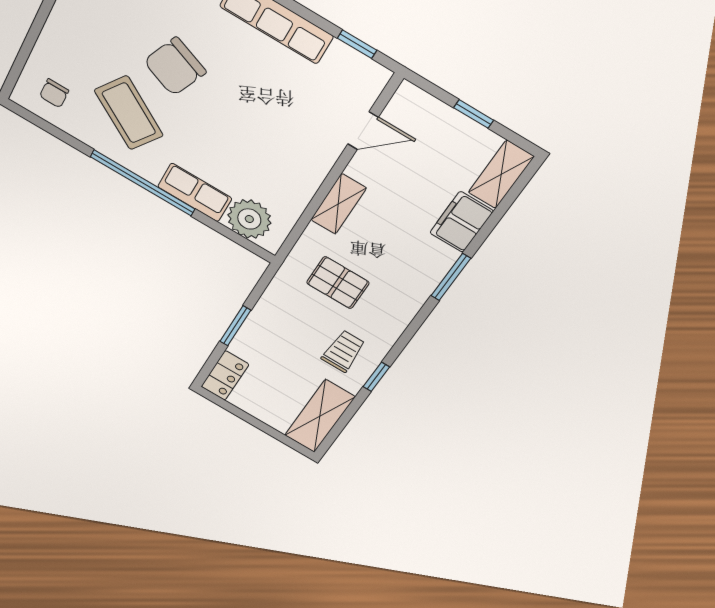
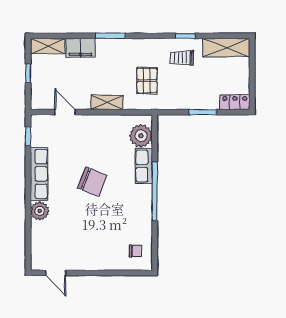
chair: (175, 67) -> (92, 182), moved
coffee table: (129, 113) -> (123, 214), removed

